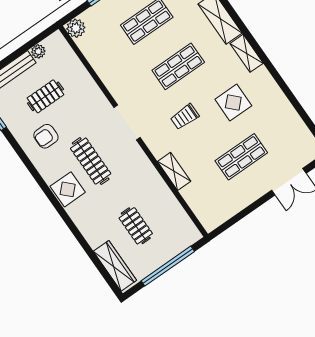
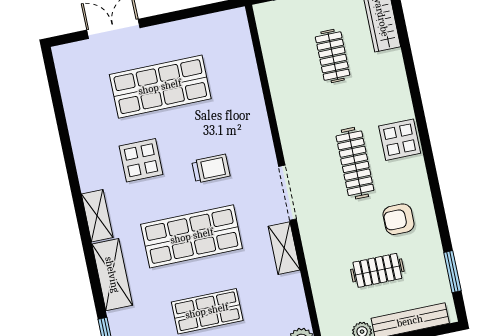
shop shelf: (178, 66) -> (192, 236), width x1.43, depth x1.36
armchair: (46, 136) -> (399, 219), turned 180
shop shelf: (241, 157) -> (160, 87), width x1.43, depth x1.36
shelving: (174, 171) -> (284, 248), moved

